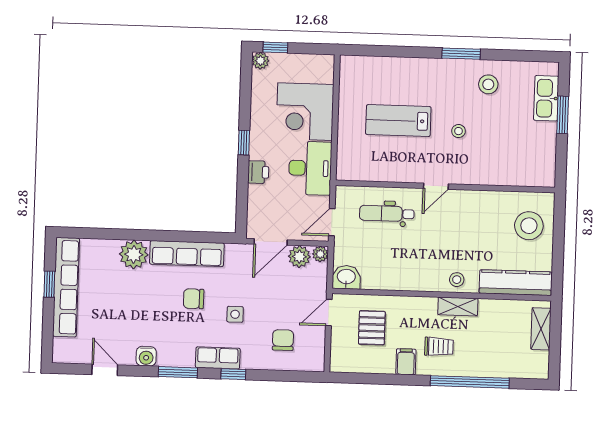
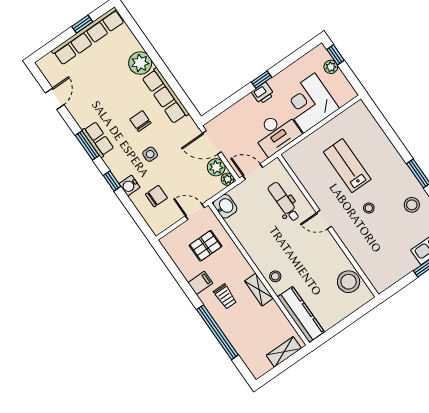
plant: (260, 61) -> (331, 67), moved
printer: (258, 172) -> (263, 93), moved
stool: (529, 226) -> (349, 282), moved
water cooler: (146, 356) -> (129, 186), moved
row of seats: (218, 358) -> (98, 139), moved

